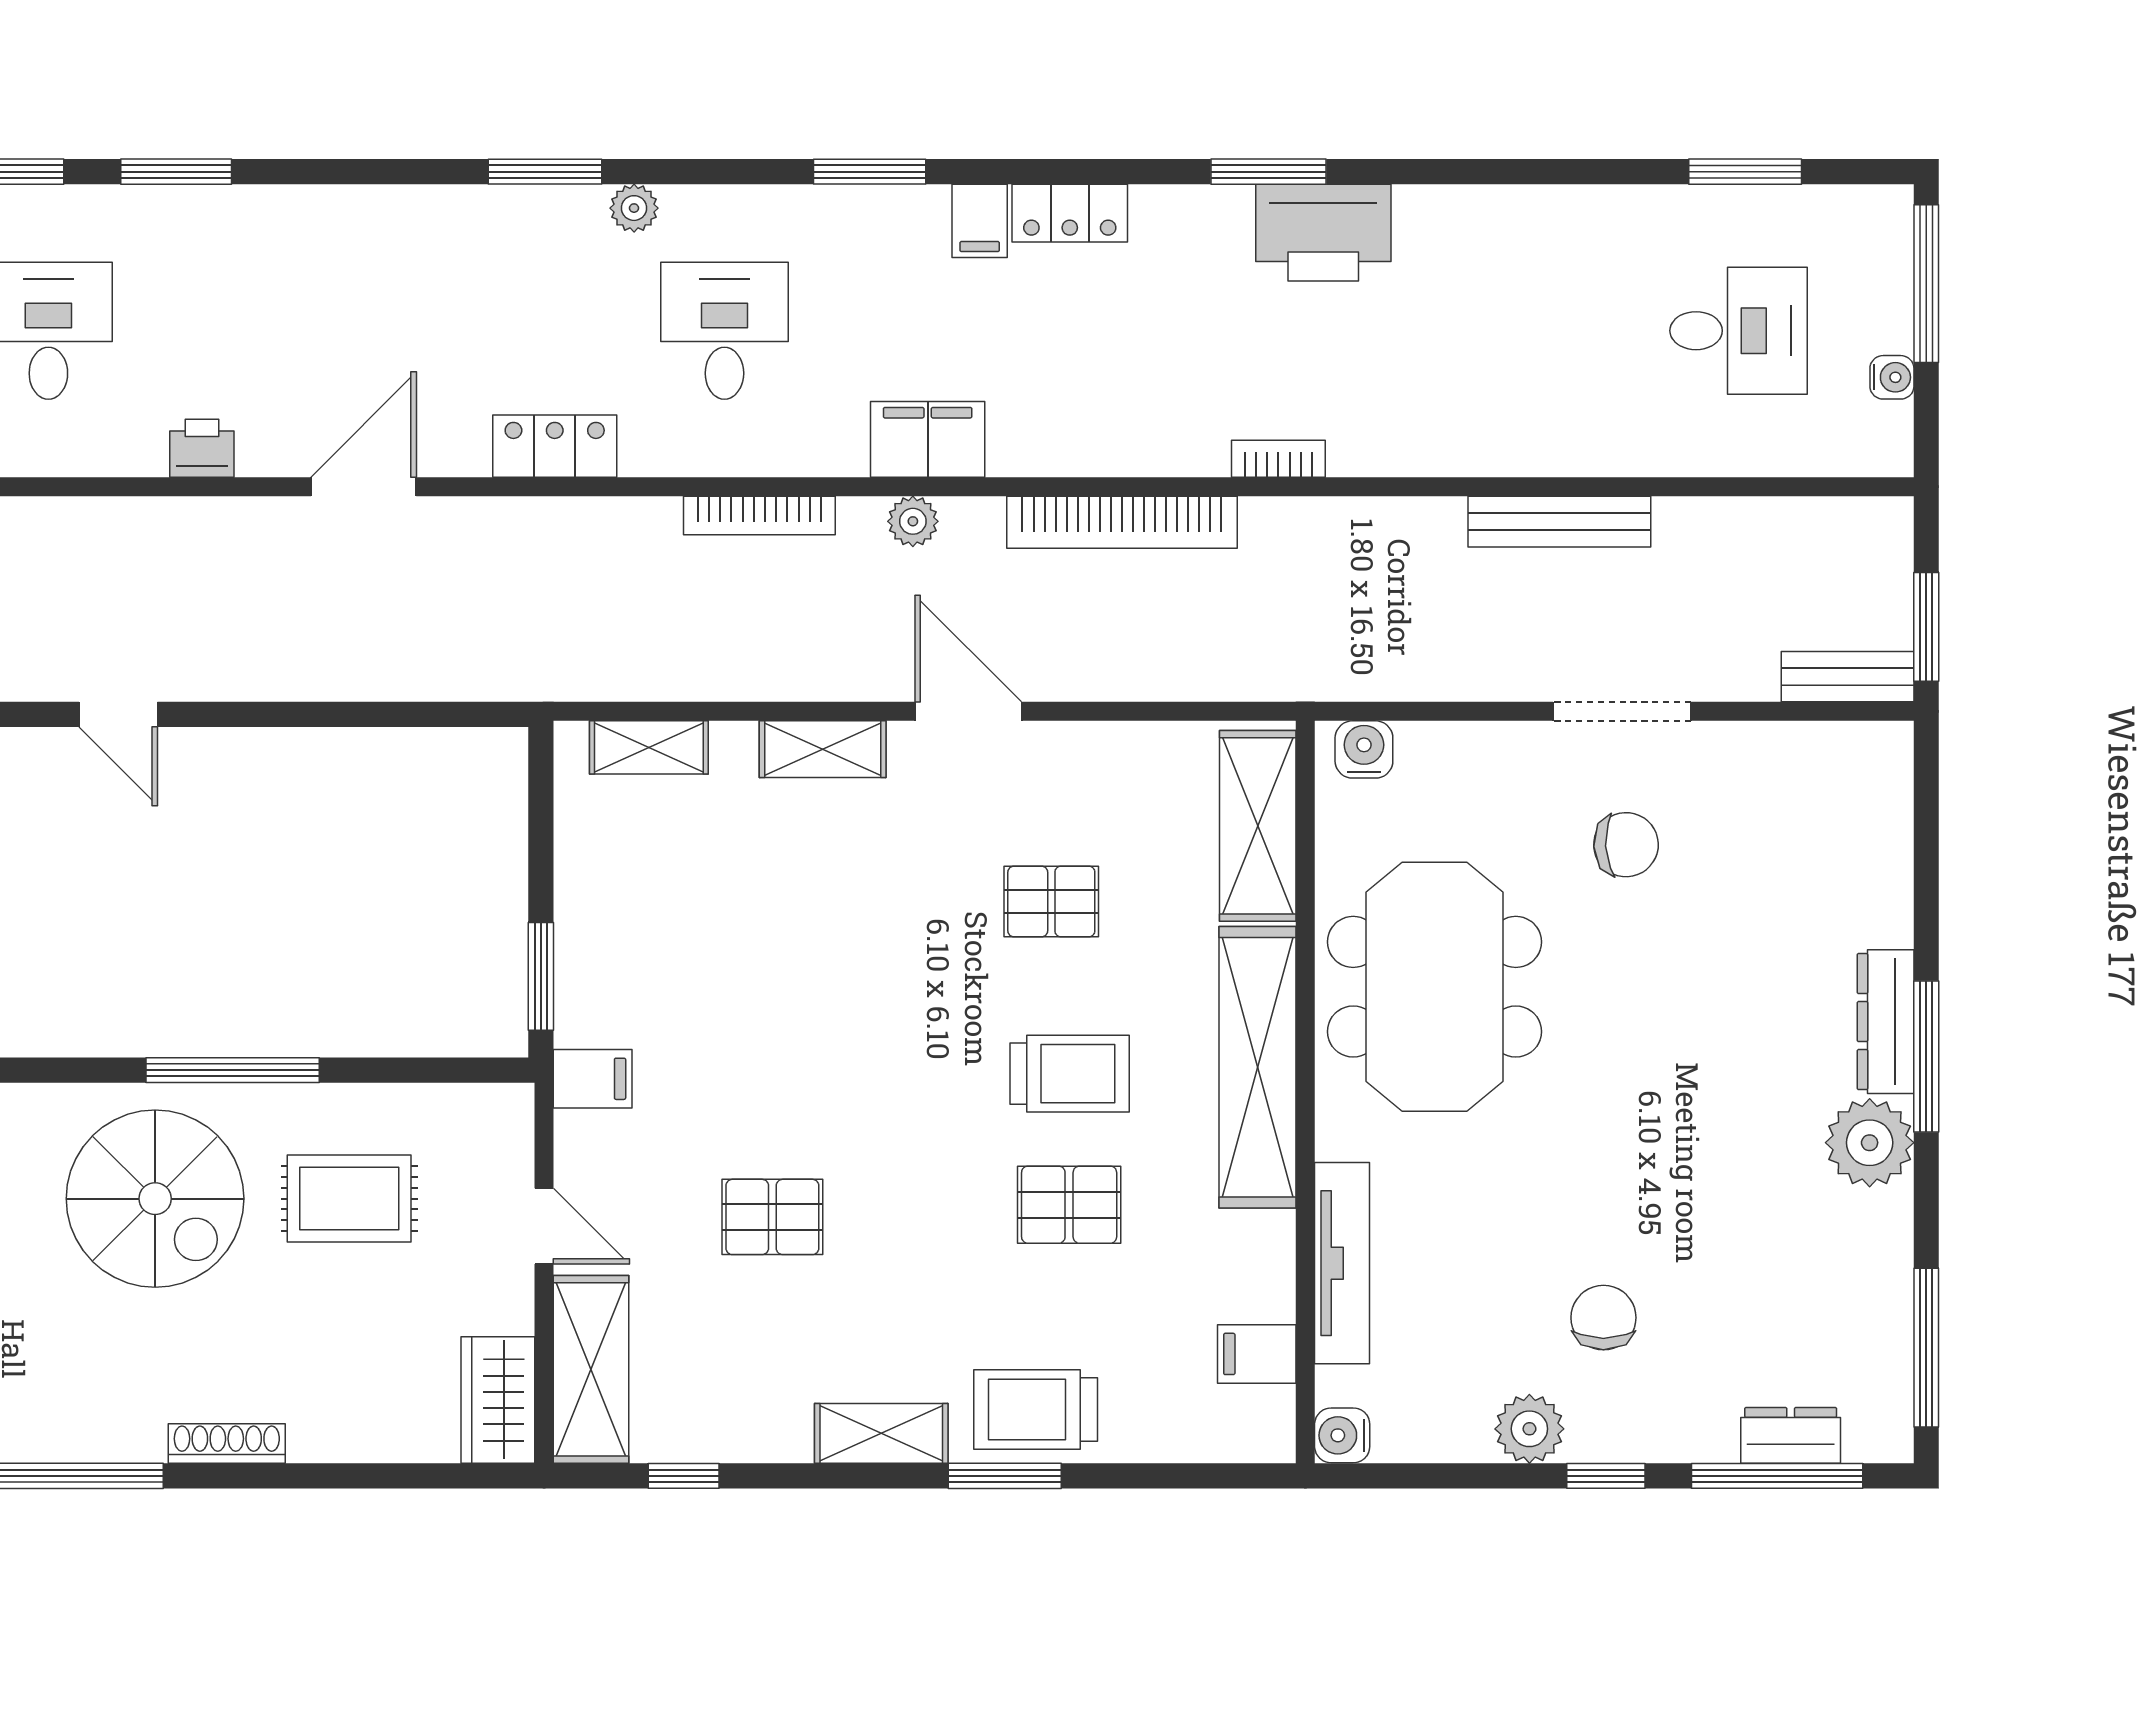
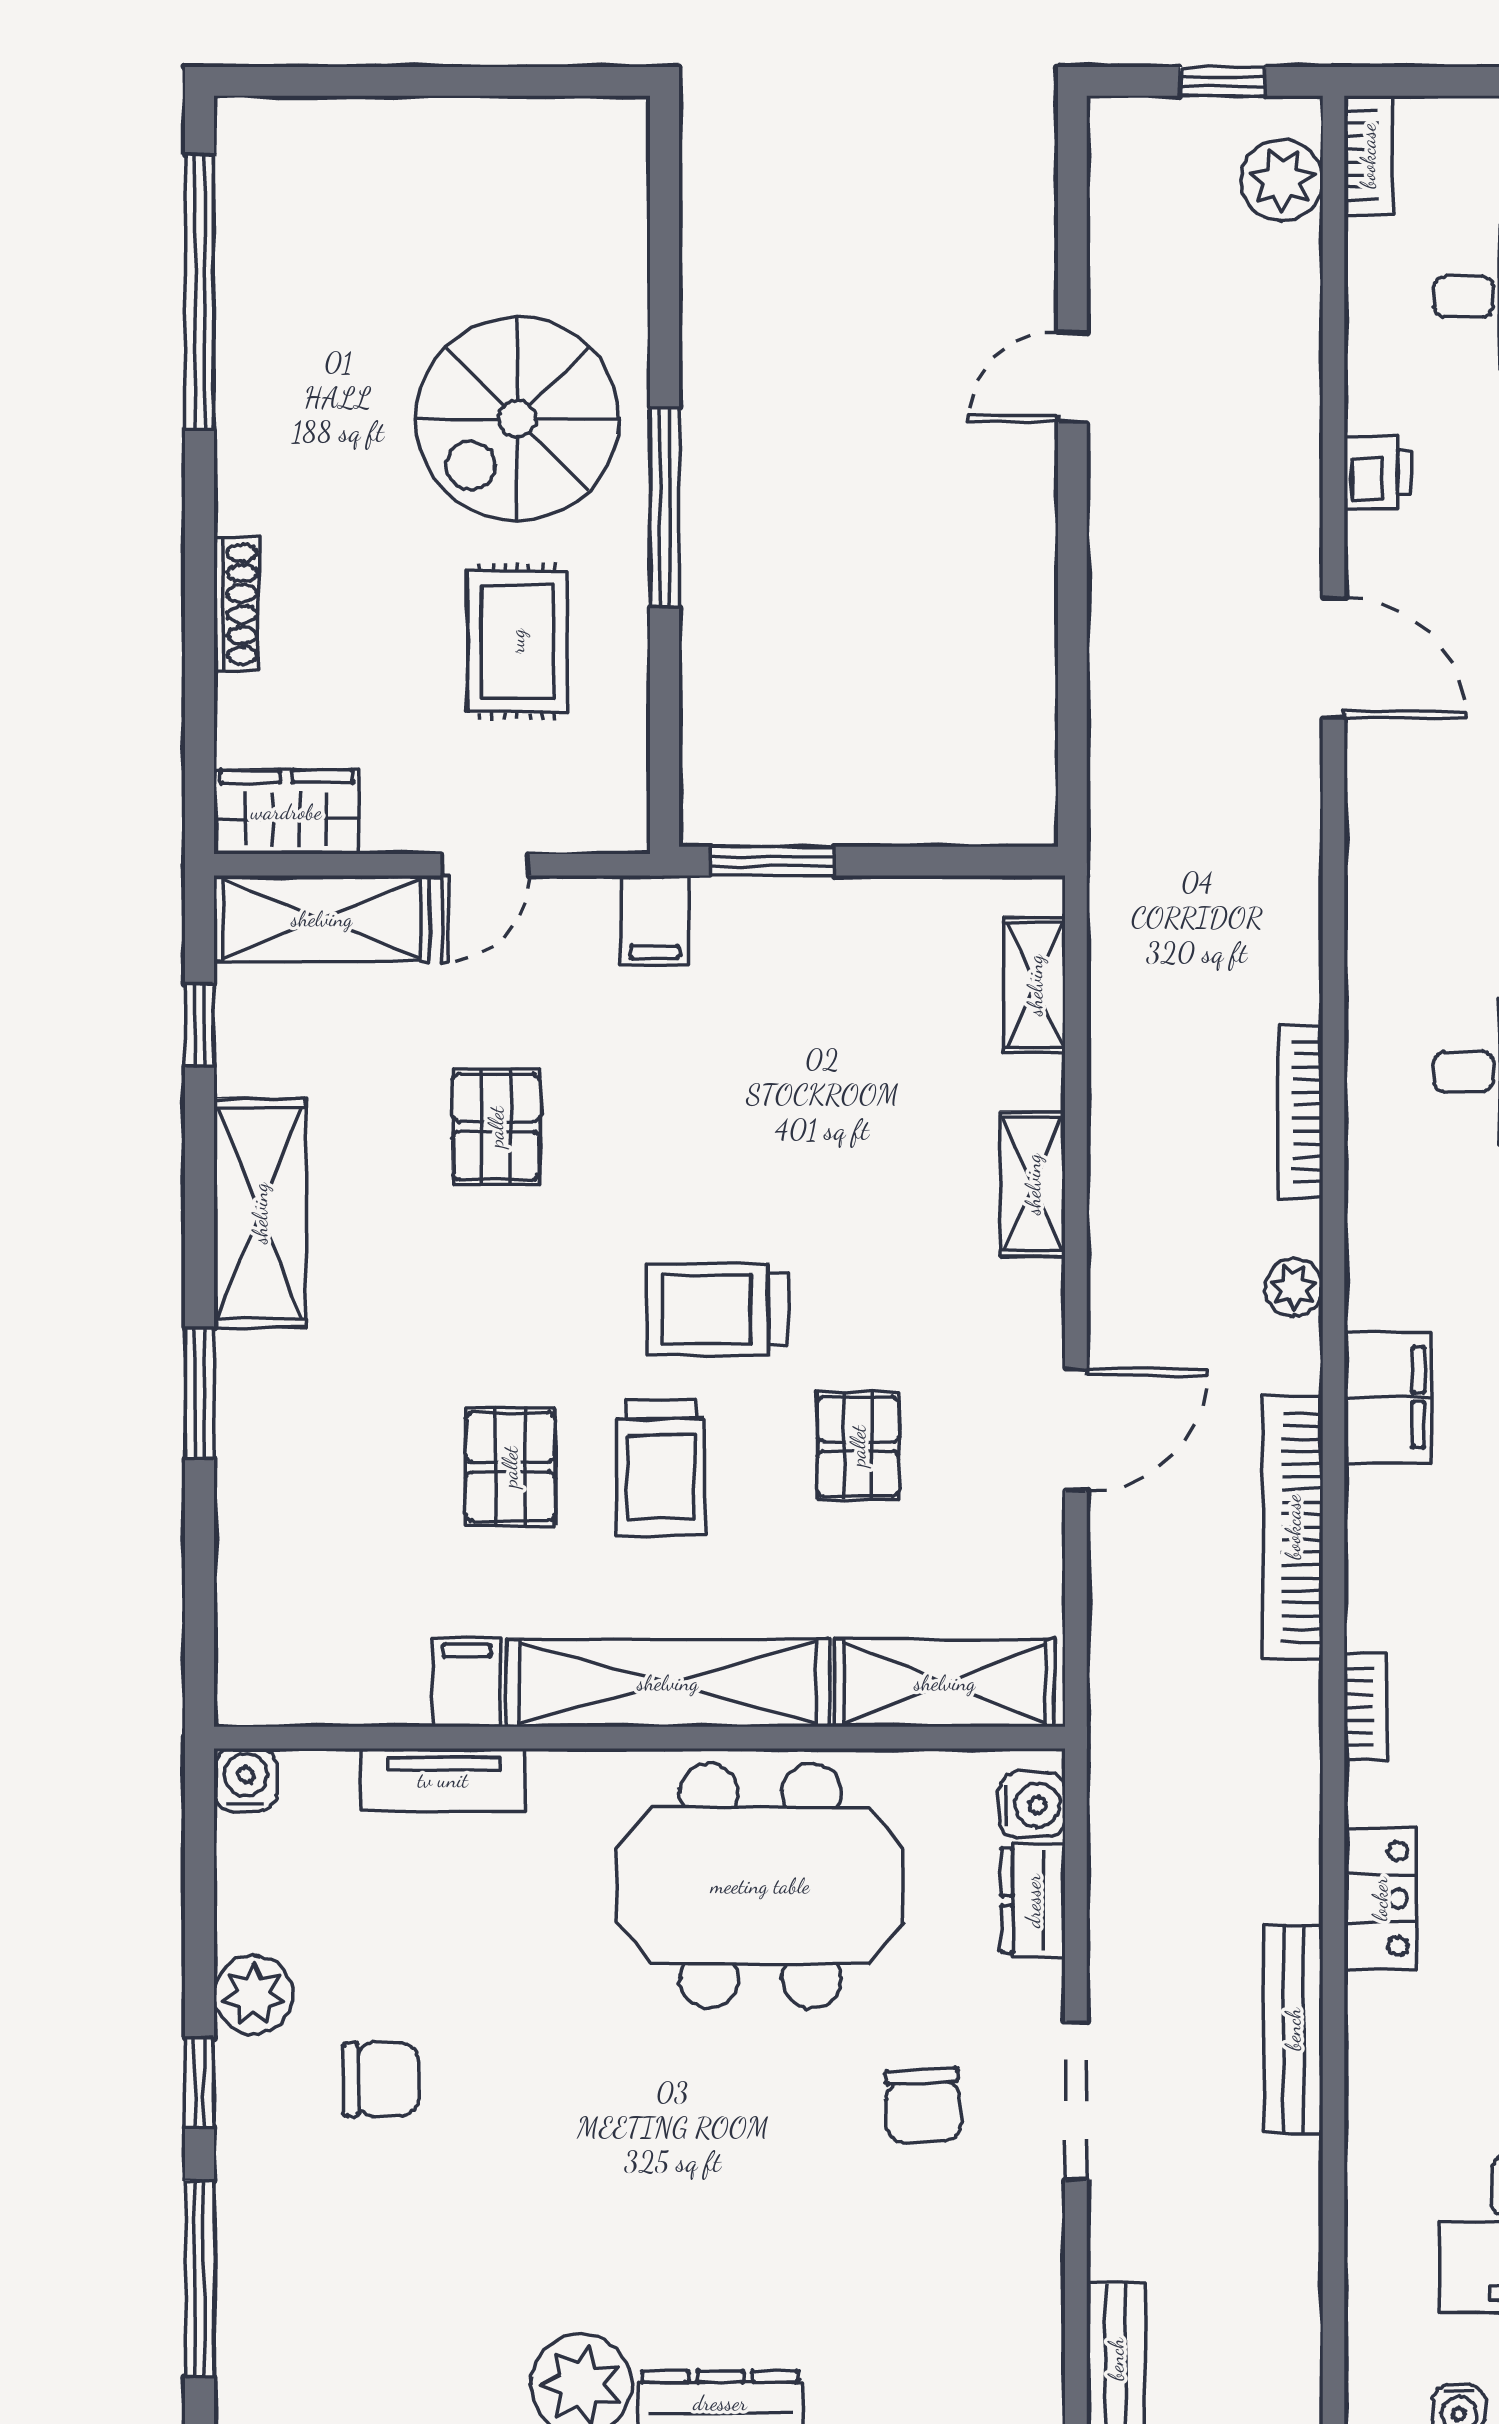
filing cabinet: (928, 439) -> (1388, 1397), moved
locker: (555, 446) -> (1380, 1899), moved
door: (968, 711) -> (1076, 1430), moved
tv unit: (1342, 1263) -> (443, 1780), width x0.71
filing cabinet: (1257, 1354) -> (467, 1682), moved
trolley: (1036, 1410) -> (717, 1309), moved, turned -90
shelving: (881, 1433) -> (260, 1213), width x1.50, depth x1.33
dresser: (1791, 1435) -> (1033, 1901), moved, turned 180
shoe rack: (227, 1443) -> (237, 604), moved

